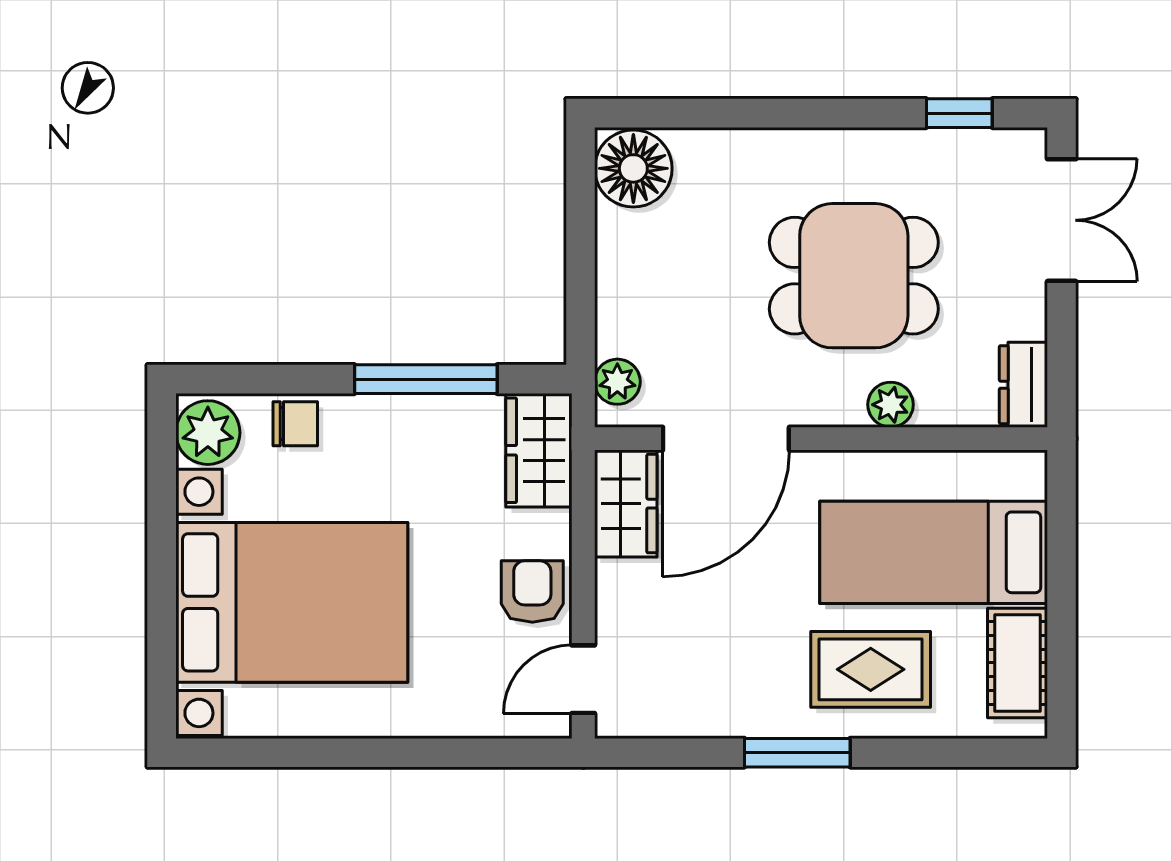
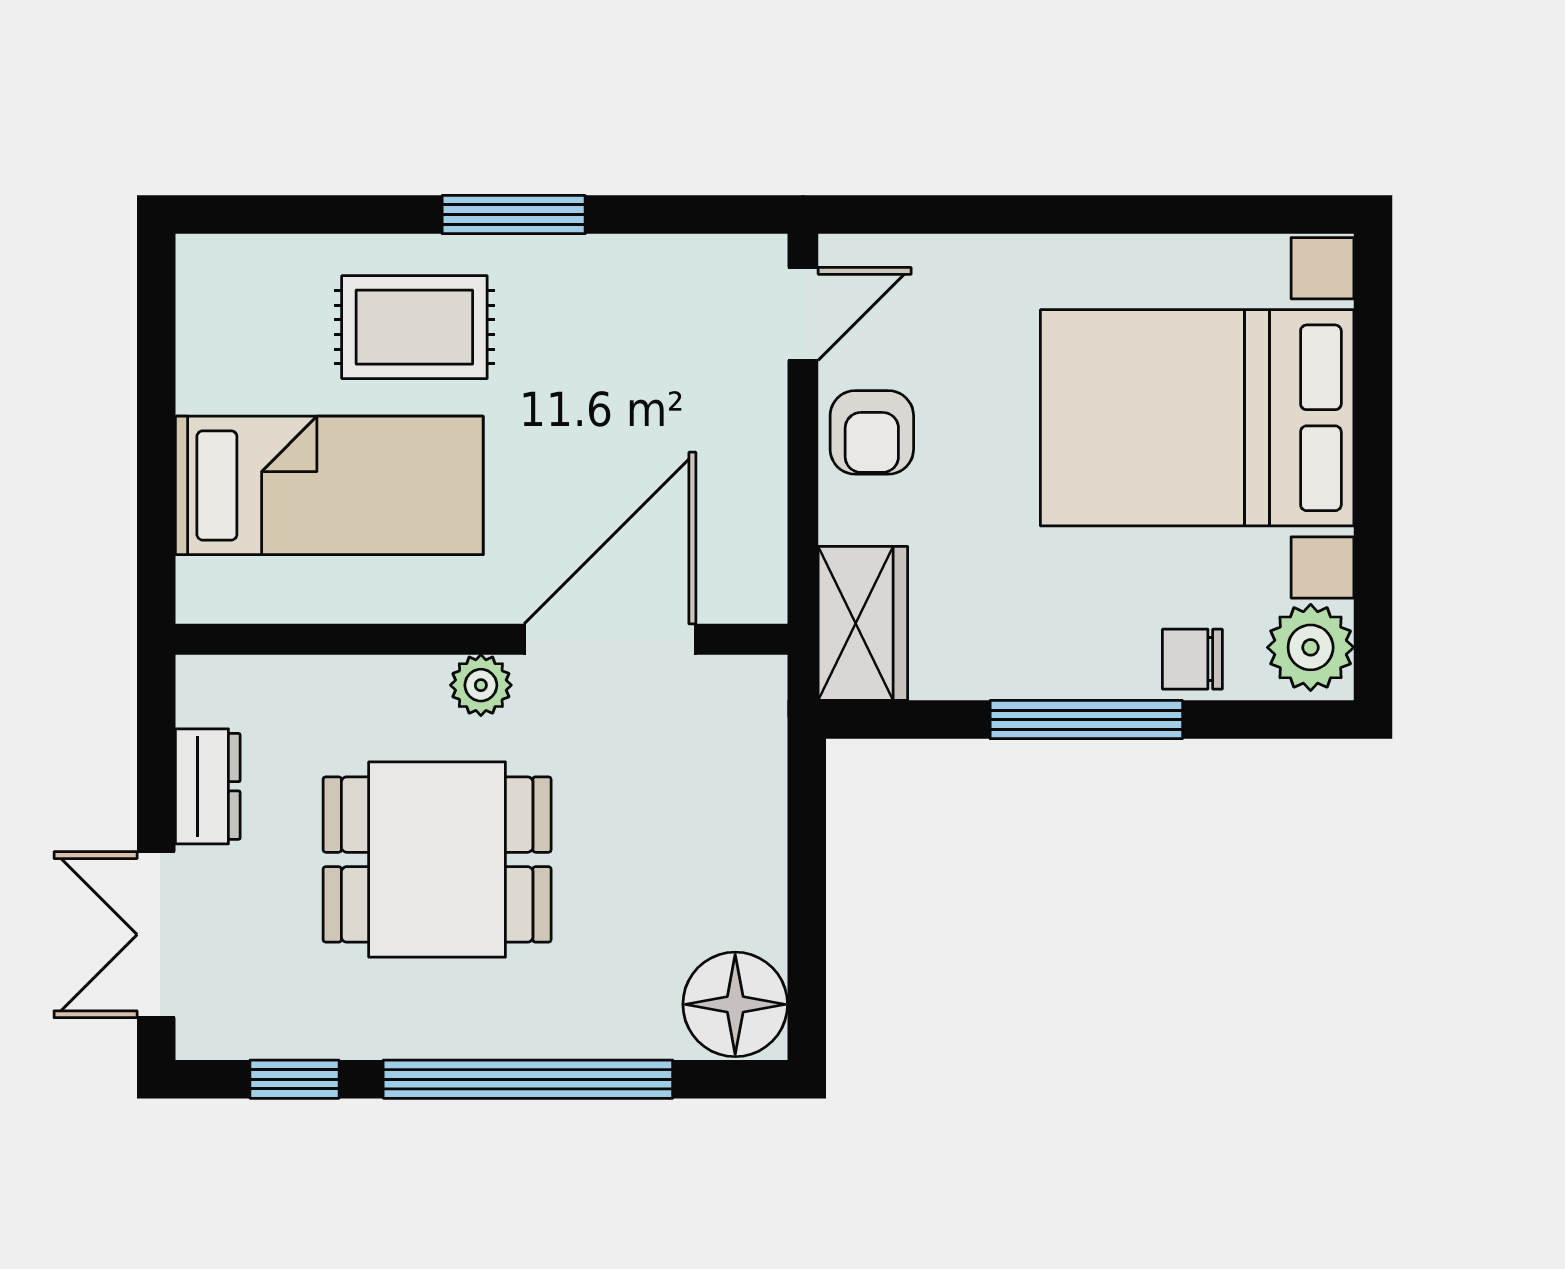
window: (787, 113) -> (528, 1079), added
window: (426, 379) -> (1086, 720), moved
plant: (617, 382) -> (757, 716), removed
dresser: (1023, 385) -> (208, 786), moved
plant: (891, 405) -> (481, 685), moved
wardrobe: (626, 504) -> (745, 551), removed
cot: (1018, 663) -> (216, 336), removed

